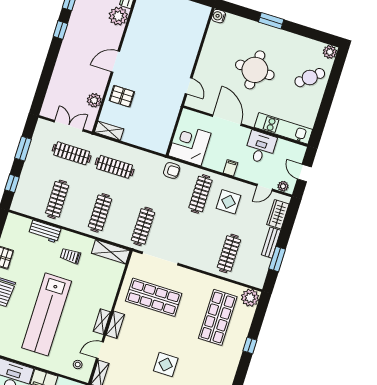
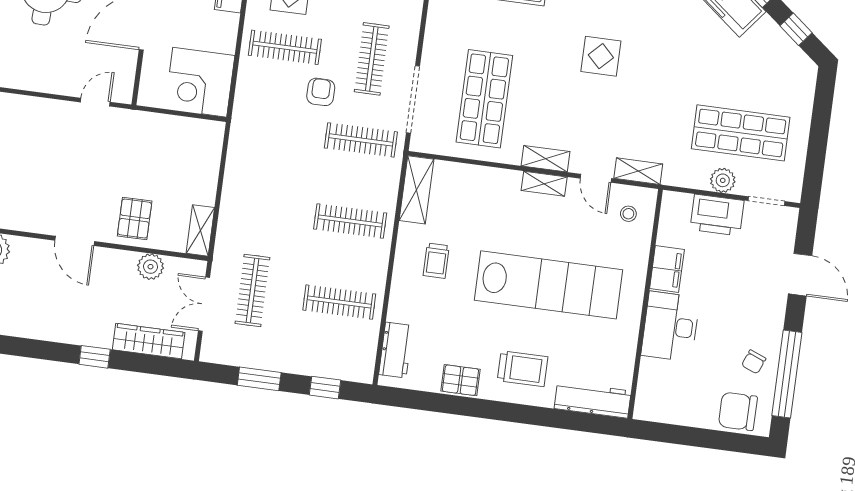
window: (60, 30) -> (95, 357), moved
wardrobe: (54, 92) -> (149, 341), added
clothes rail: (115, 167) -> (372, 59), moved
armchair: (172, 170) -> (321, 92), moved
workbench: (45, 231) -> (396, 350), moved

